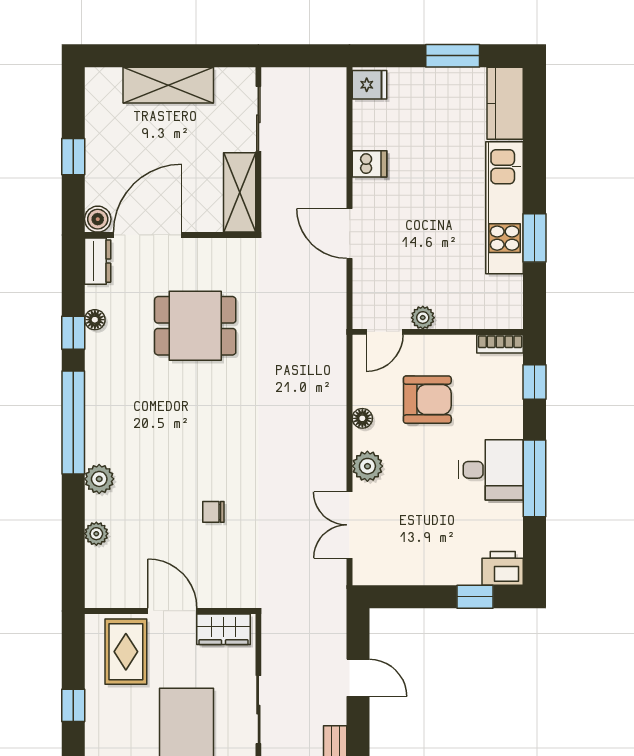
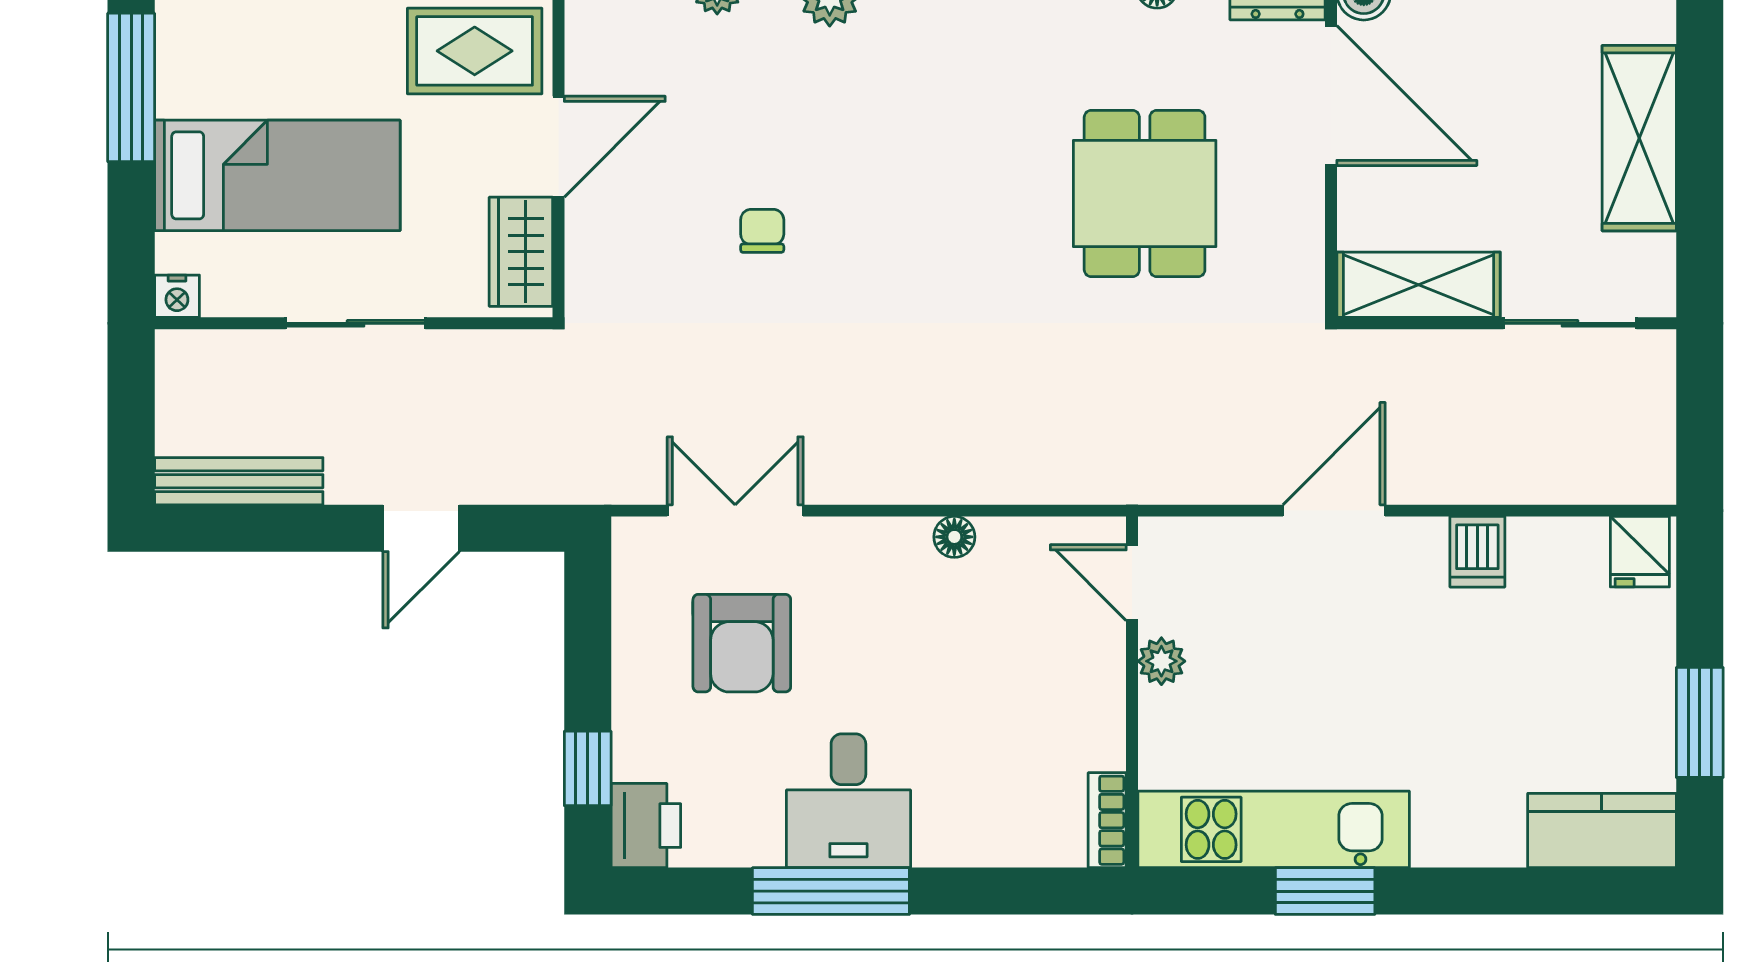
kitchen unit: (505, 208) -> (1274, 829), moved
window: (535, 382) -> (1029, 891), removed
armchair: (427, 400) -> (742, 643), moved
plant: (367, 466) -> (856, 548), removed

